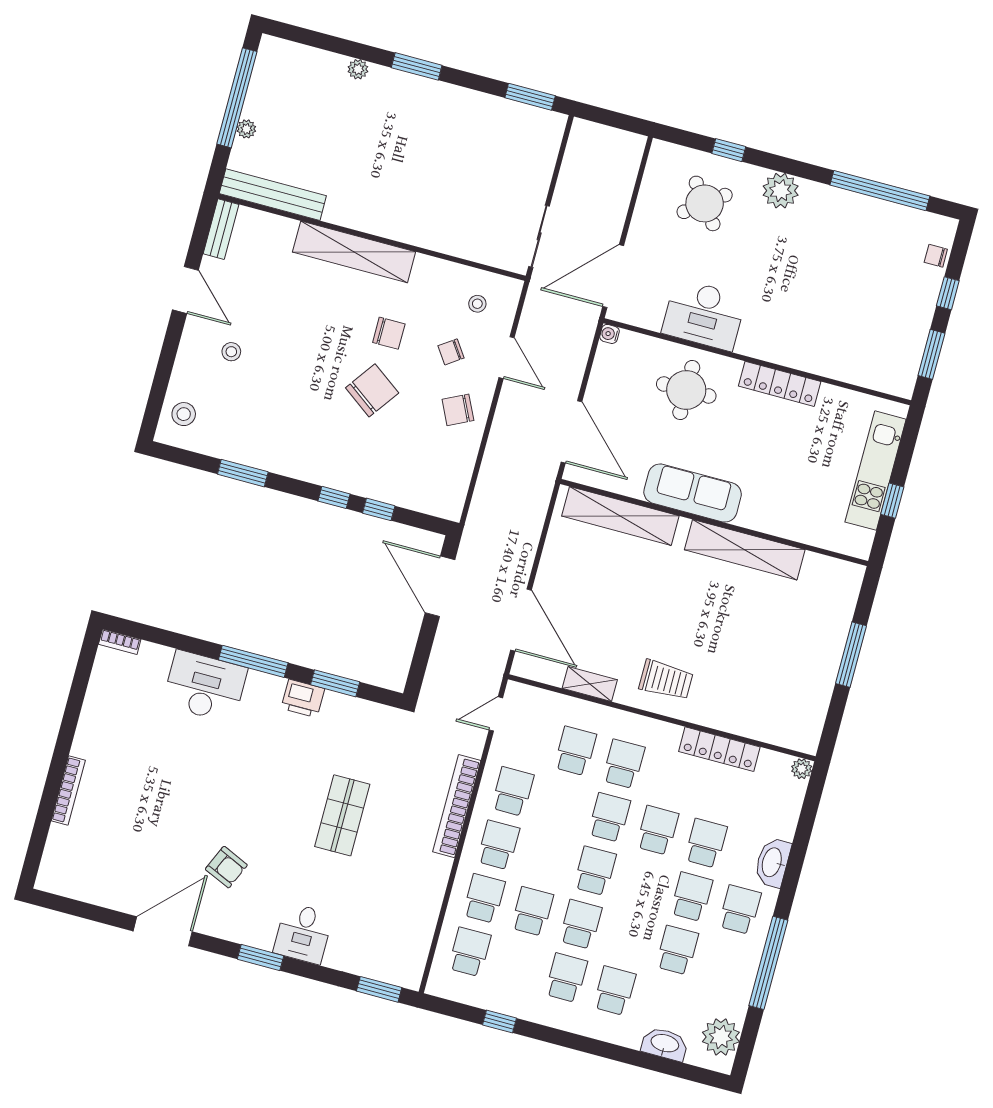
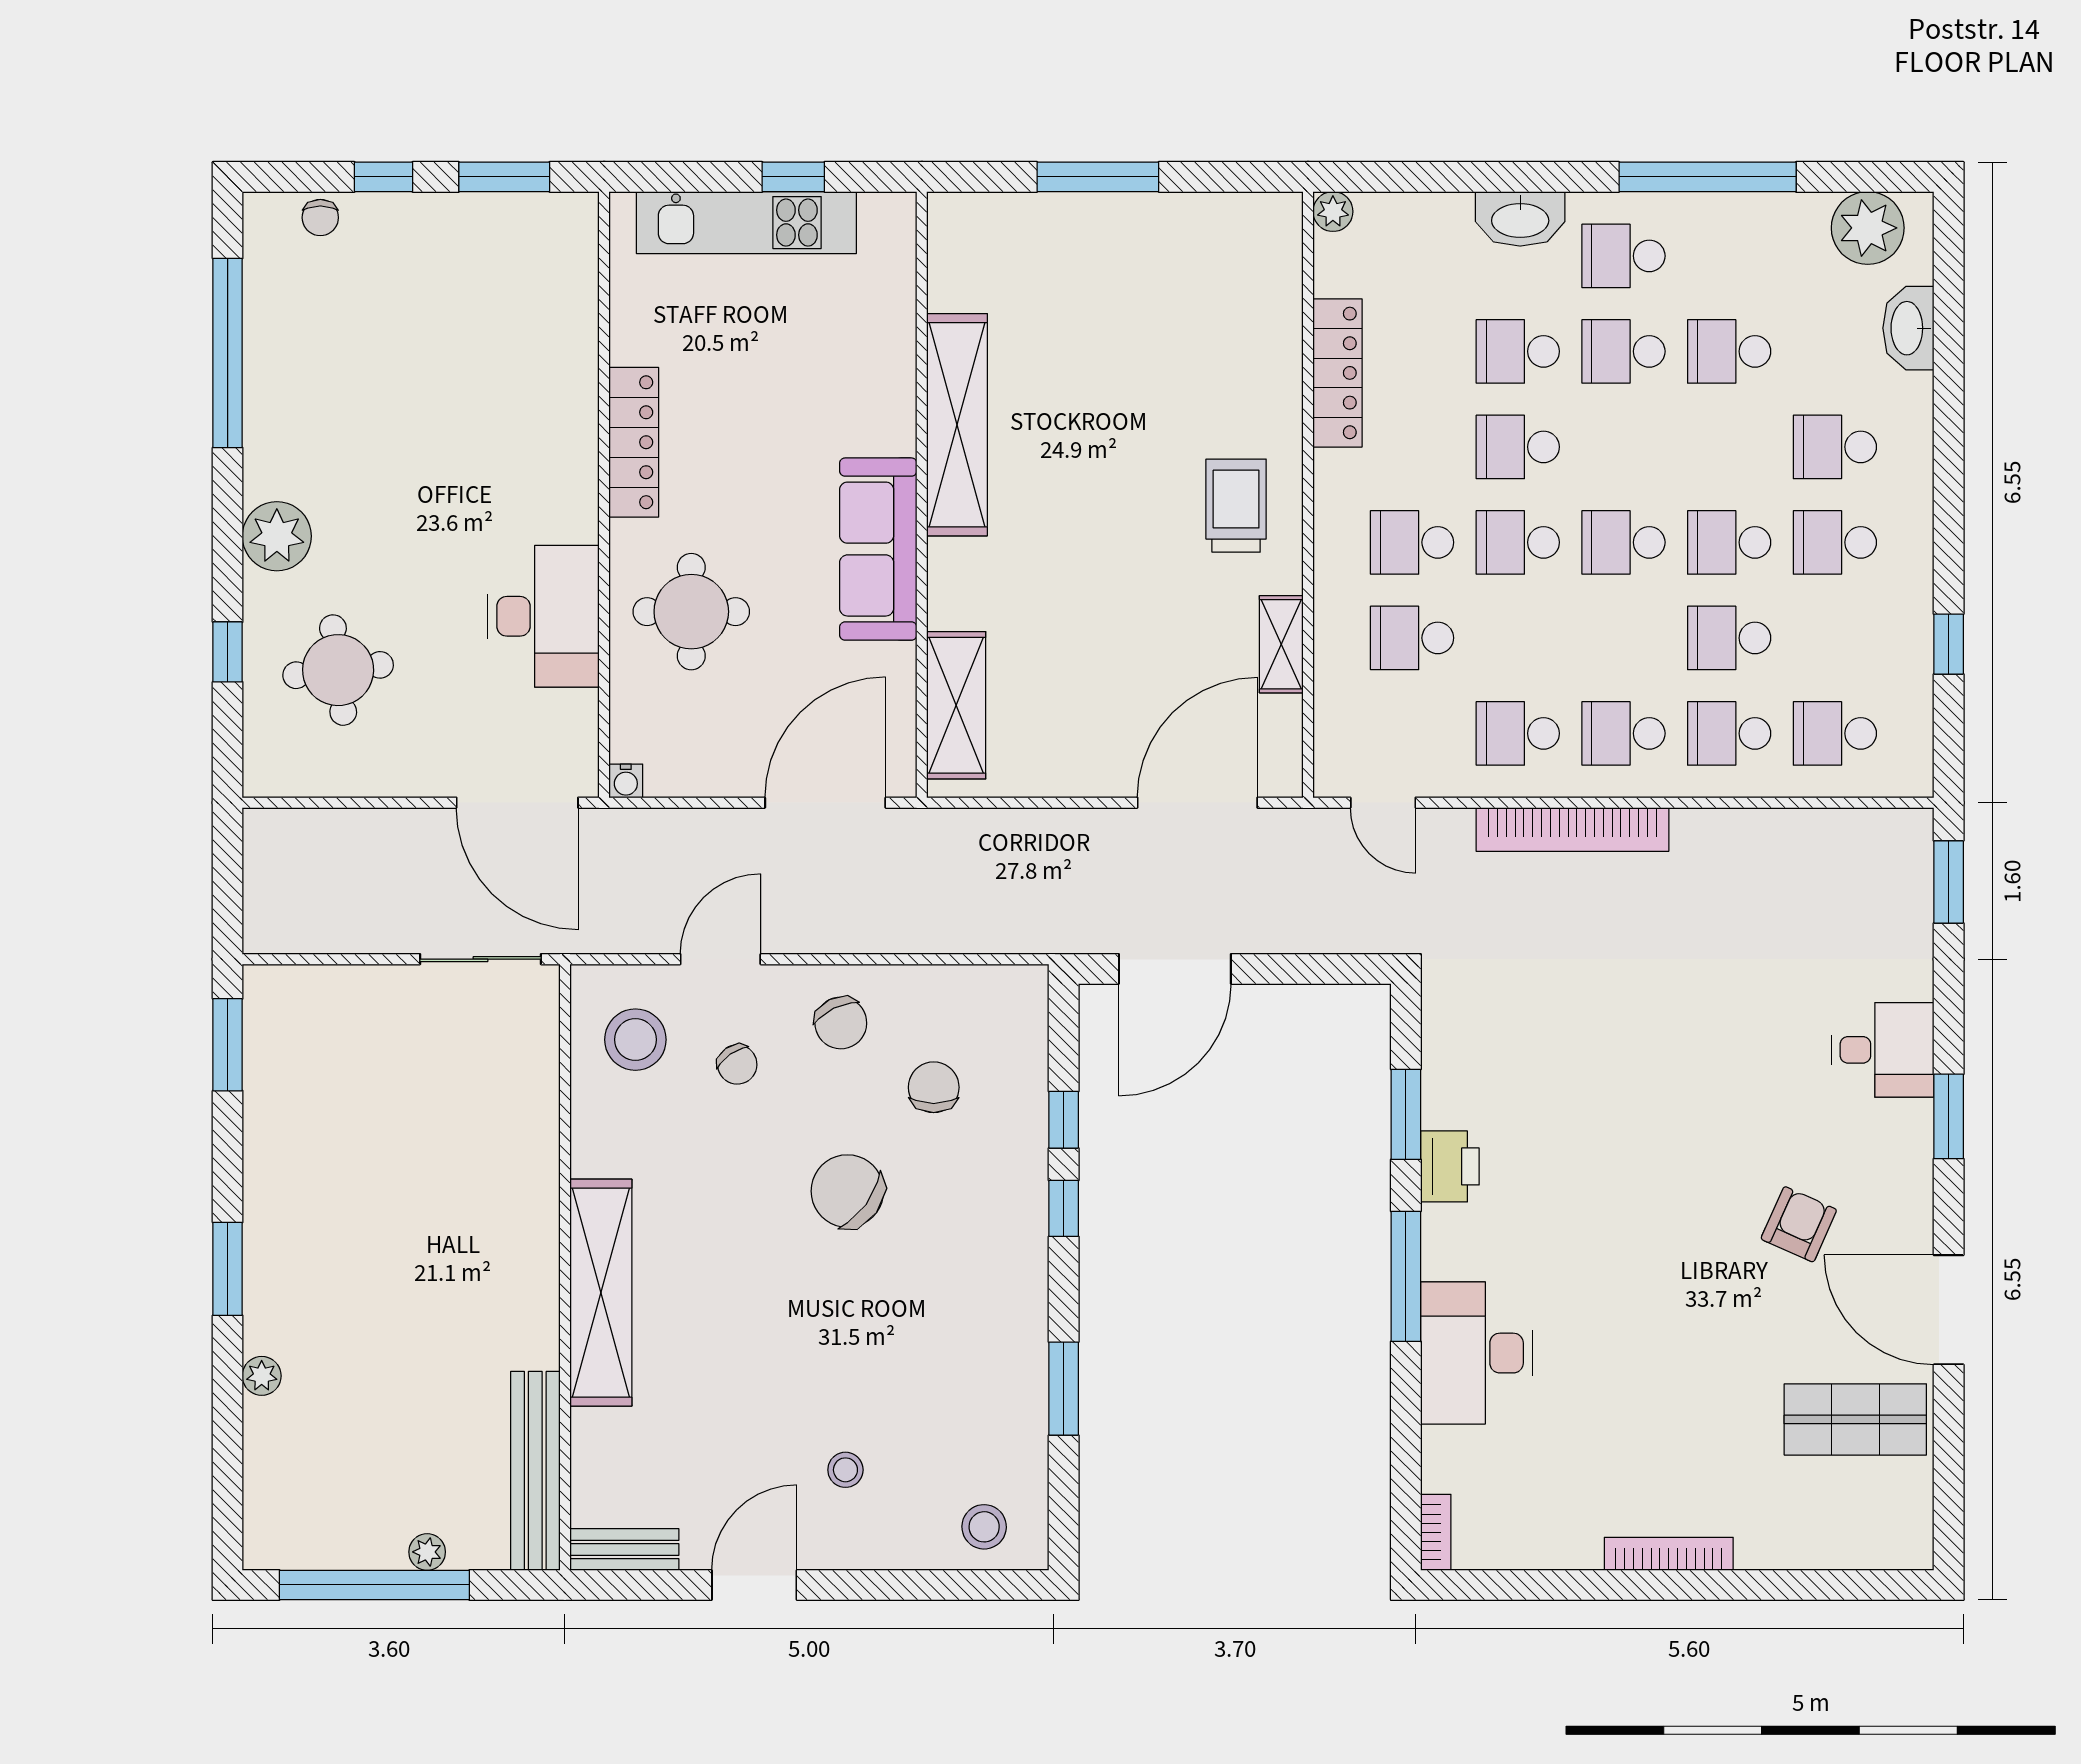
round table: (705, 203) -> (338, 670), turned 30
stool: (477, 304) -> (635, 1040), width x1.89, depth x1.89
chair: (389, 333) -> (934, 1087), moved
shelving: (620, 516) -> (956, 705), width x0.68
bookcase: (68, 790) -> (1669, 1554), moved
shop shelf: (342, 815) -> (1855, 1419), moved

